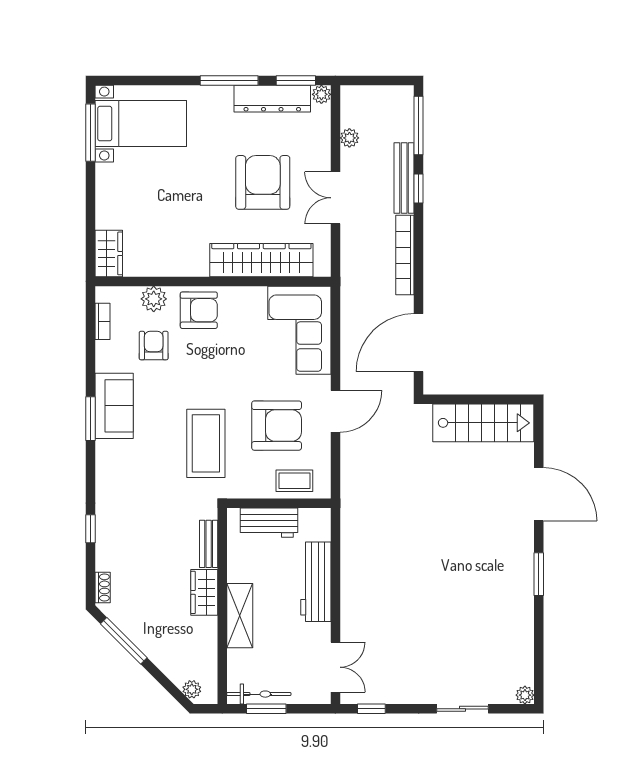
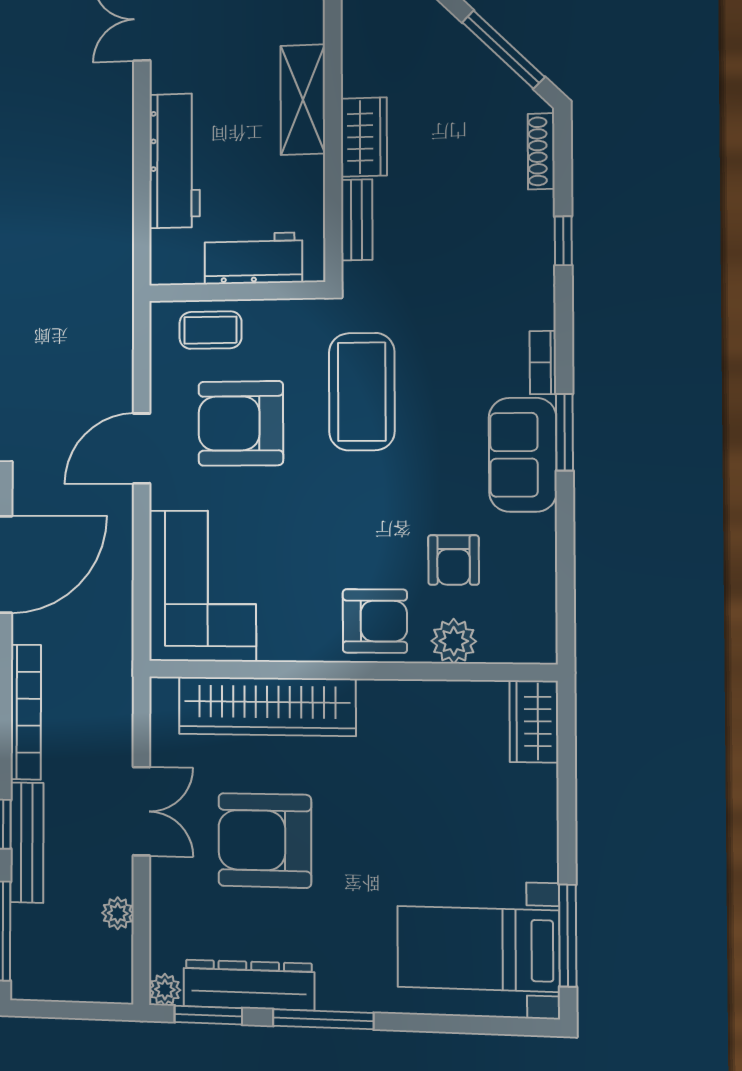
armchair: (263, 182) -> (265, 840), turned 90
armchair: (199, 310) -> (375, 621), turned 180
bookcase: (102, 321) -> (543, 363), moved
shoe rack: (103, 587) -> (541, 151), width x1.43

